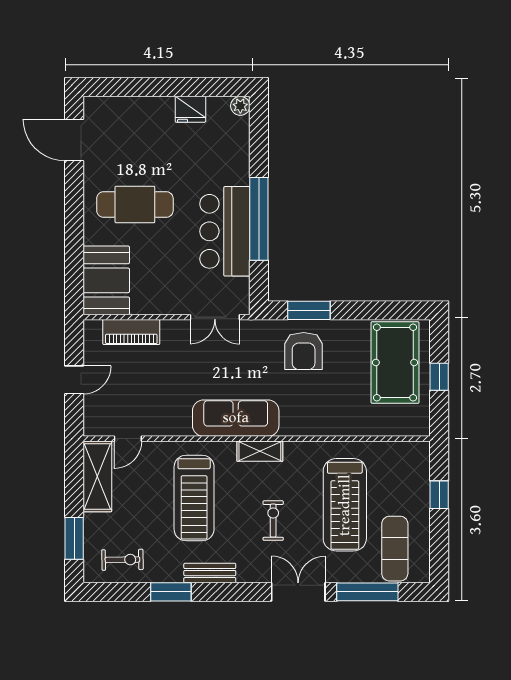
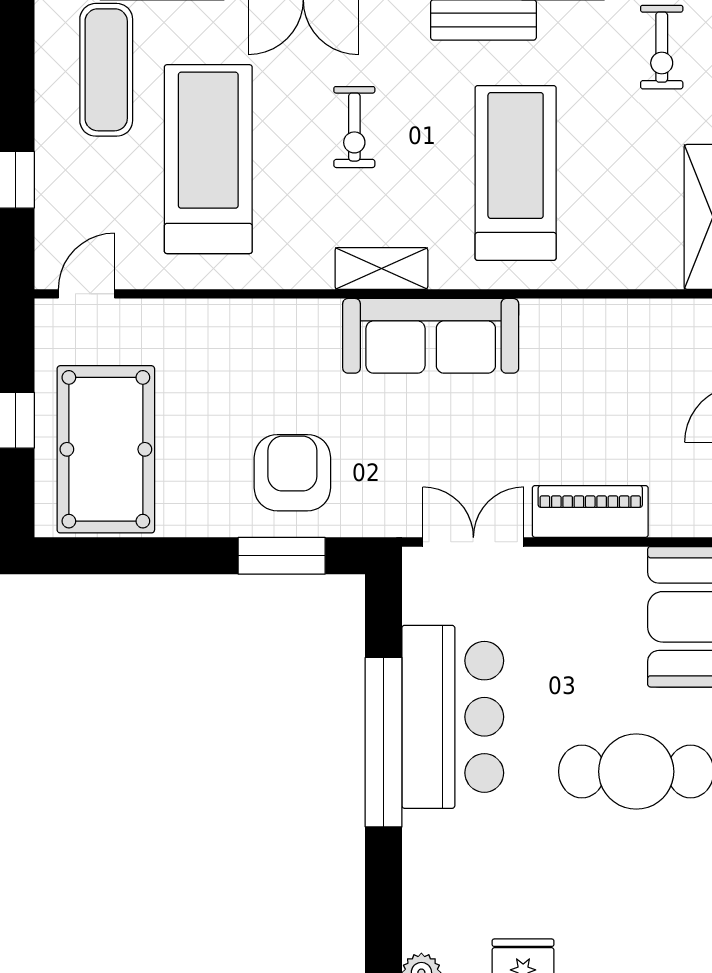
piano: (131, 332) -> (590, 511), moved
door: (128, 439) -> (86, 294), moved
exercise bike: (122, 560) -> (662, 47), turned -89

